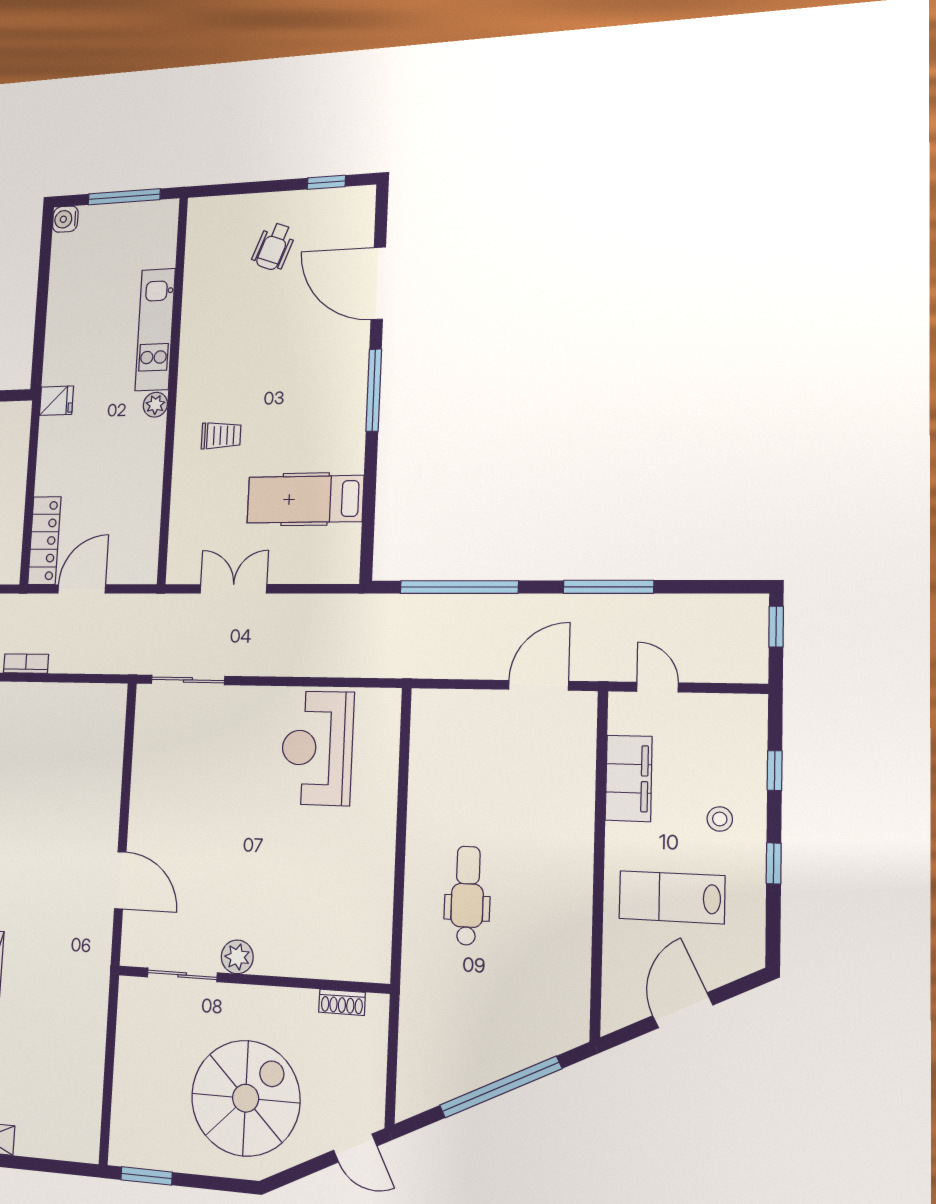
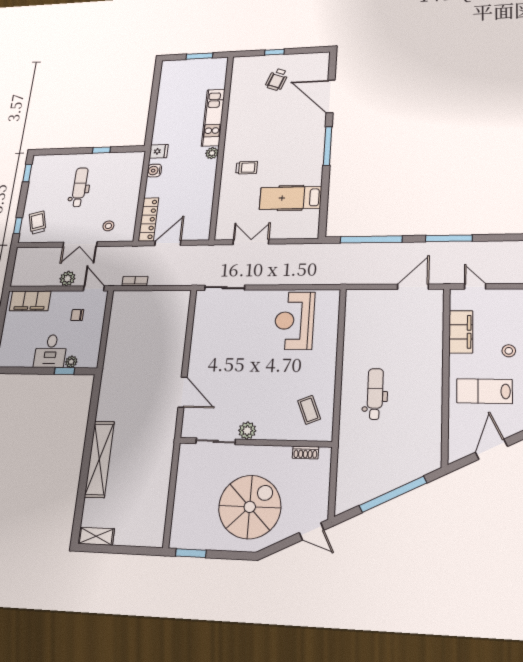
window: (326, 182) -> (274, 52), moved
window: (124, 197) -> (199, 56), width x0.69
water cooler: (65, 219) -> (154, 171), moved
coffee table: (347, 922) -> (309, 410), added

